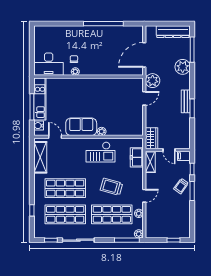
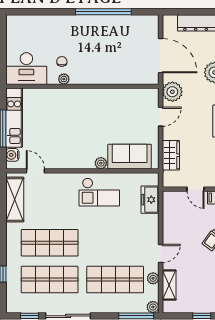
door: (144, 55) -> (161, 56), swing flipped
sofa: (81, 127) -> (130, 157), moved
wardrobe: (152, 138) -> (171, 155), moved
shelving: (150, 162) -> (169, 285), moved
trolley: (111, 187) -> (115, 241), removed

